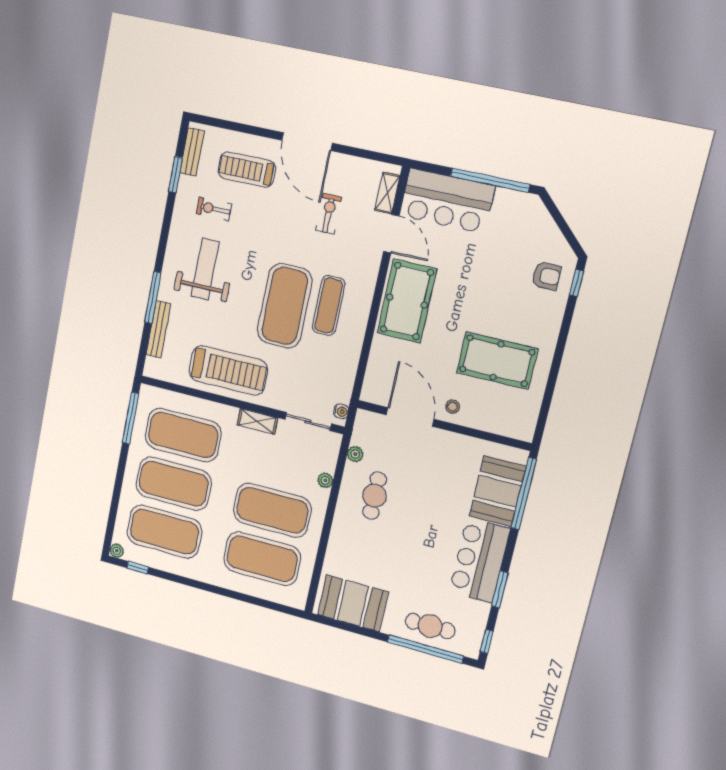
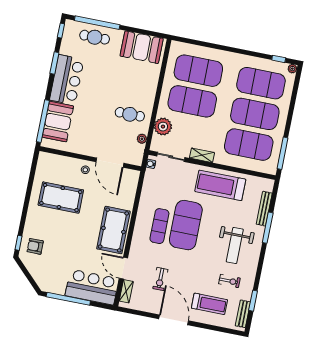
plant: (325, 480) -> (163, 127), width x1.88, depth x1.88
cafe table: (374, 496) -> (130, 114), turned 90

